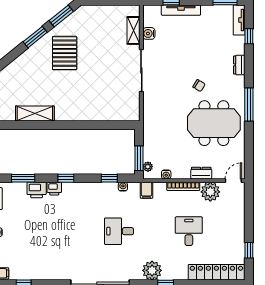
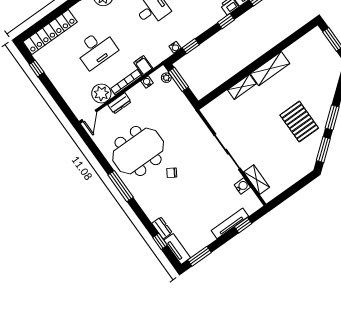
dresser: (239, 65) -> (162, 228), moved
shelving: (35, 114) -> (270, 69), moved
shelving: (91, 115) -> (242, 87), added
filing cabinet: (147, 190) -> (143, 65), moved
desk: (189, 231) -> (96, 49), width x1.37

